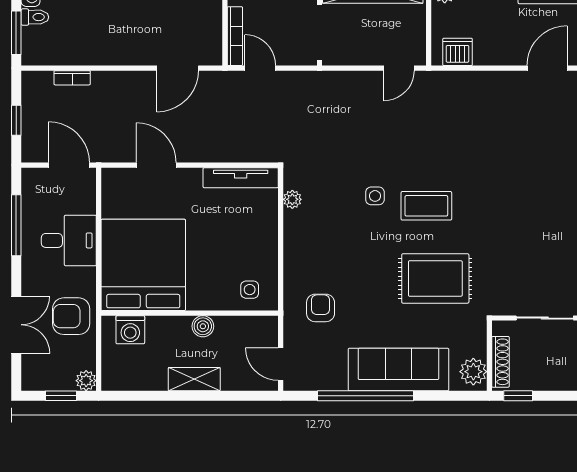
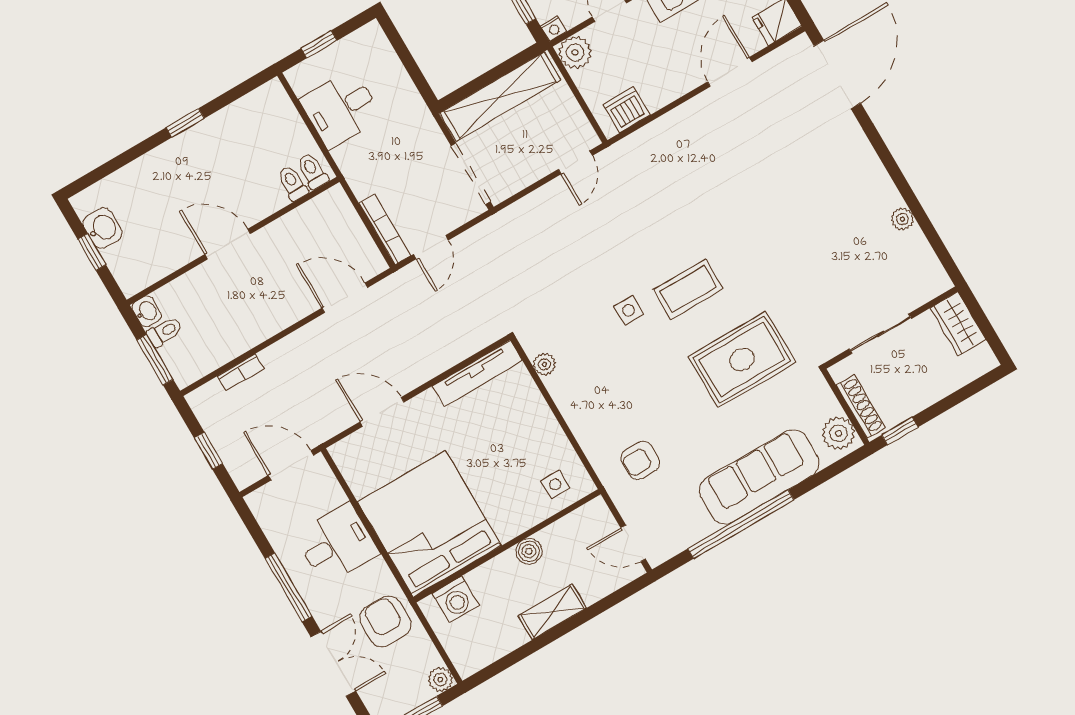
door: (178, 68) -> (345, 298), swing flipped
door: (260, 68) -> (431, 247), swing flipped
window: (16, 225) -> (288, 587), moved
armchair: (321, 308) -> (640, 460), turned -90
armchair: (71, 316) -> (385, 621), turned 90

